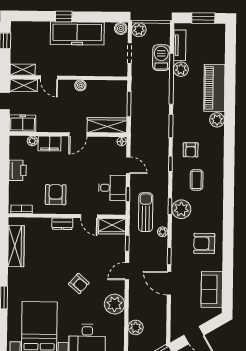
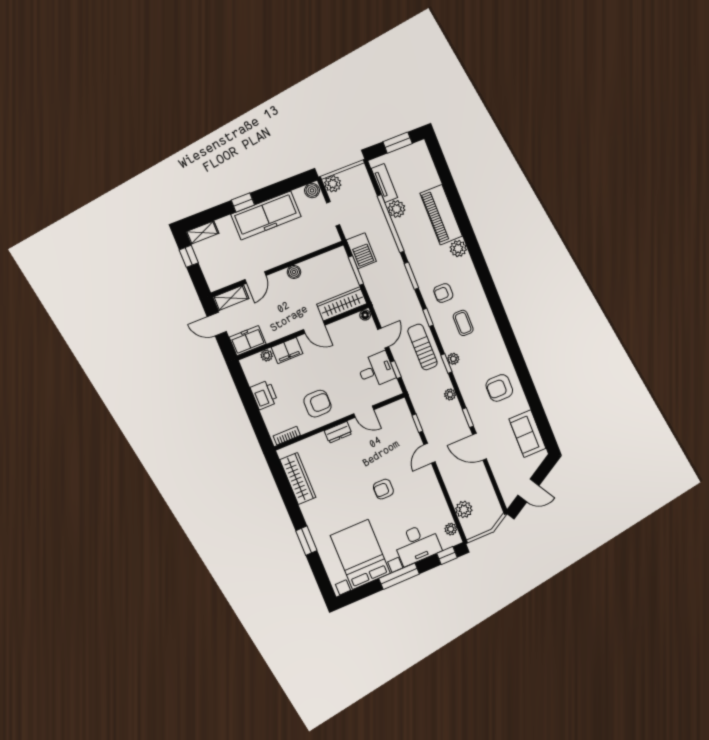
barbecue: (161, 58) -> (361, 251), moved, turned 180
shelving: (23, 70) -> (202, 233), moved
door: (49, 77) -> (255, 277), hinge flipped
door: (78, 134) -> (314, 327), hinge flipped
armchair: (191, 150) -> (443, 293), turned 90
door: (128, 165) -> (383, 338), hinge flipped
armchair: (56, 195) -> (317, 404), turned 90
plant: (181, 209) -> (453, 359), width x0.53, depth x0.53
sun lounger: (146, 212) -> (422, 347), moved
wardrobe: (112, 226) -> (393, 412), removed
armchair: (79, 283) -> (383, 489), turned 139
plant: (115, 304) -> (451, 529), moved, width x0.53, depth x0.53

